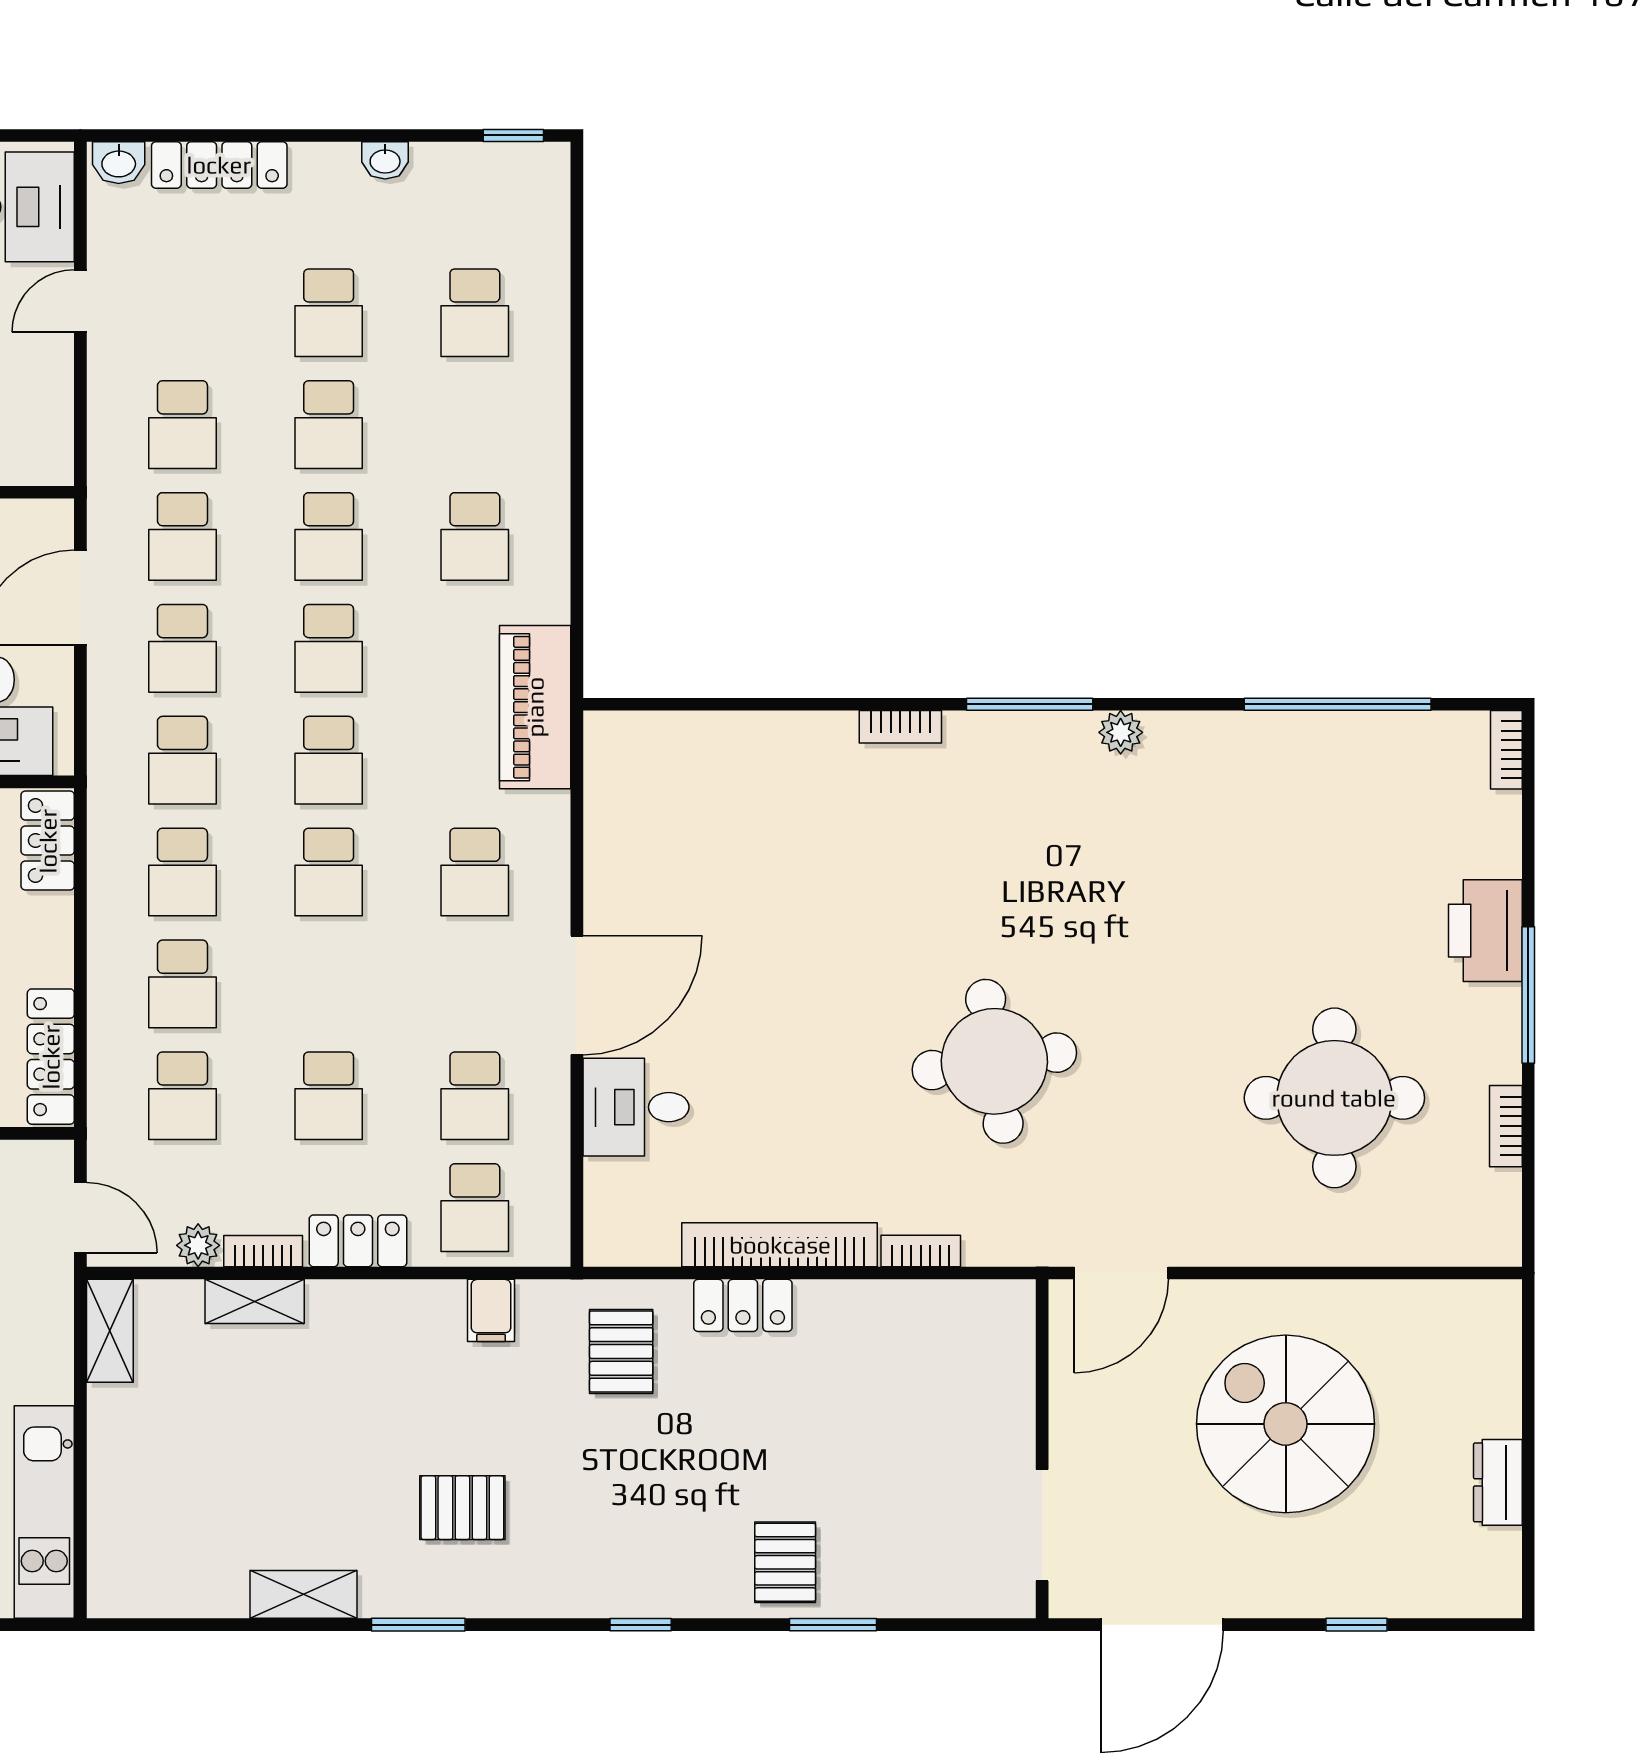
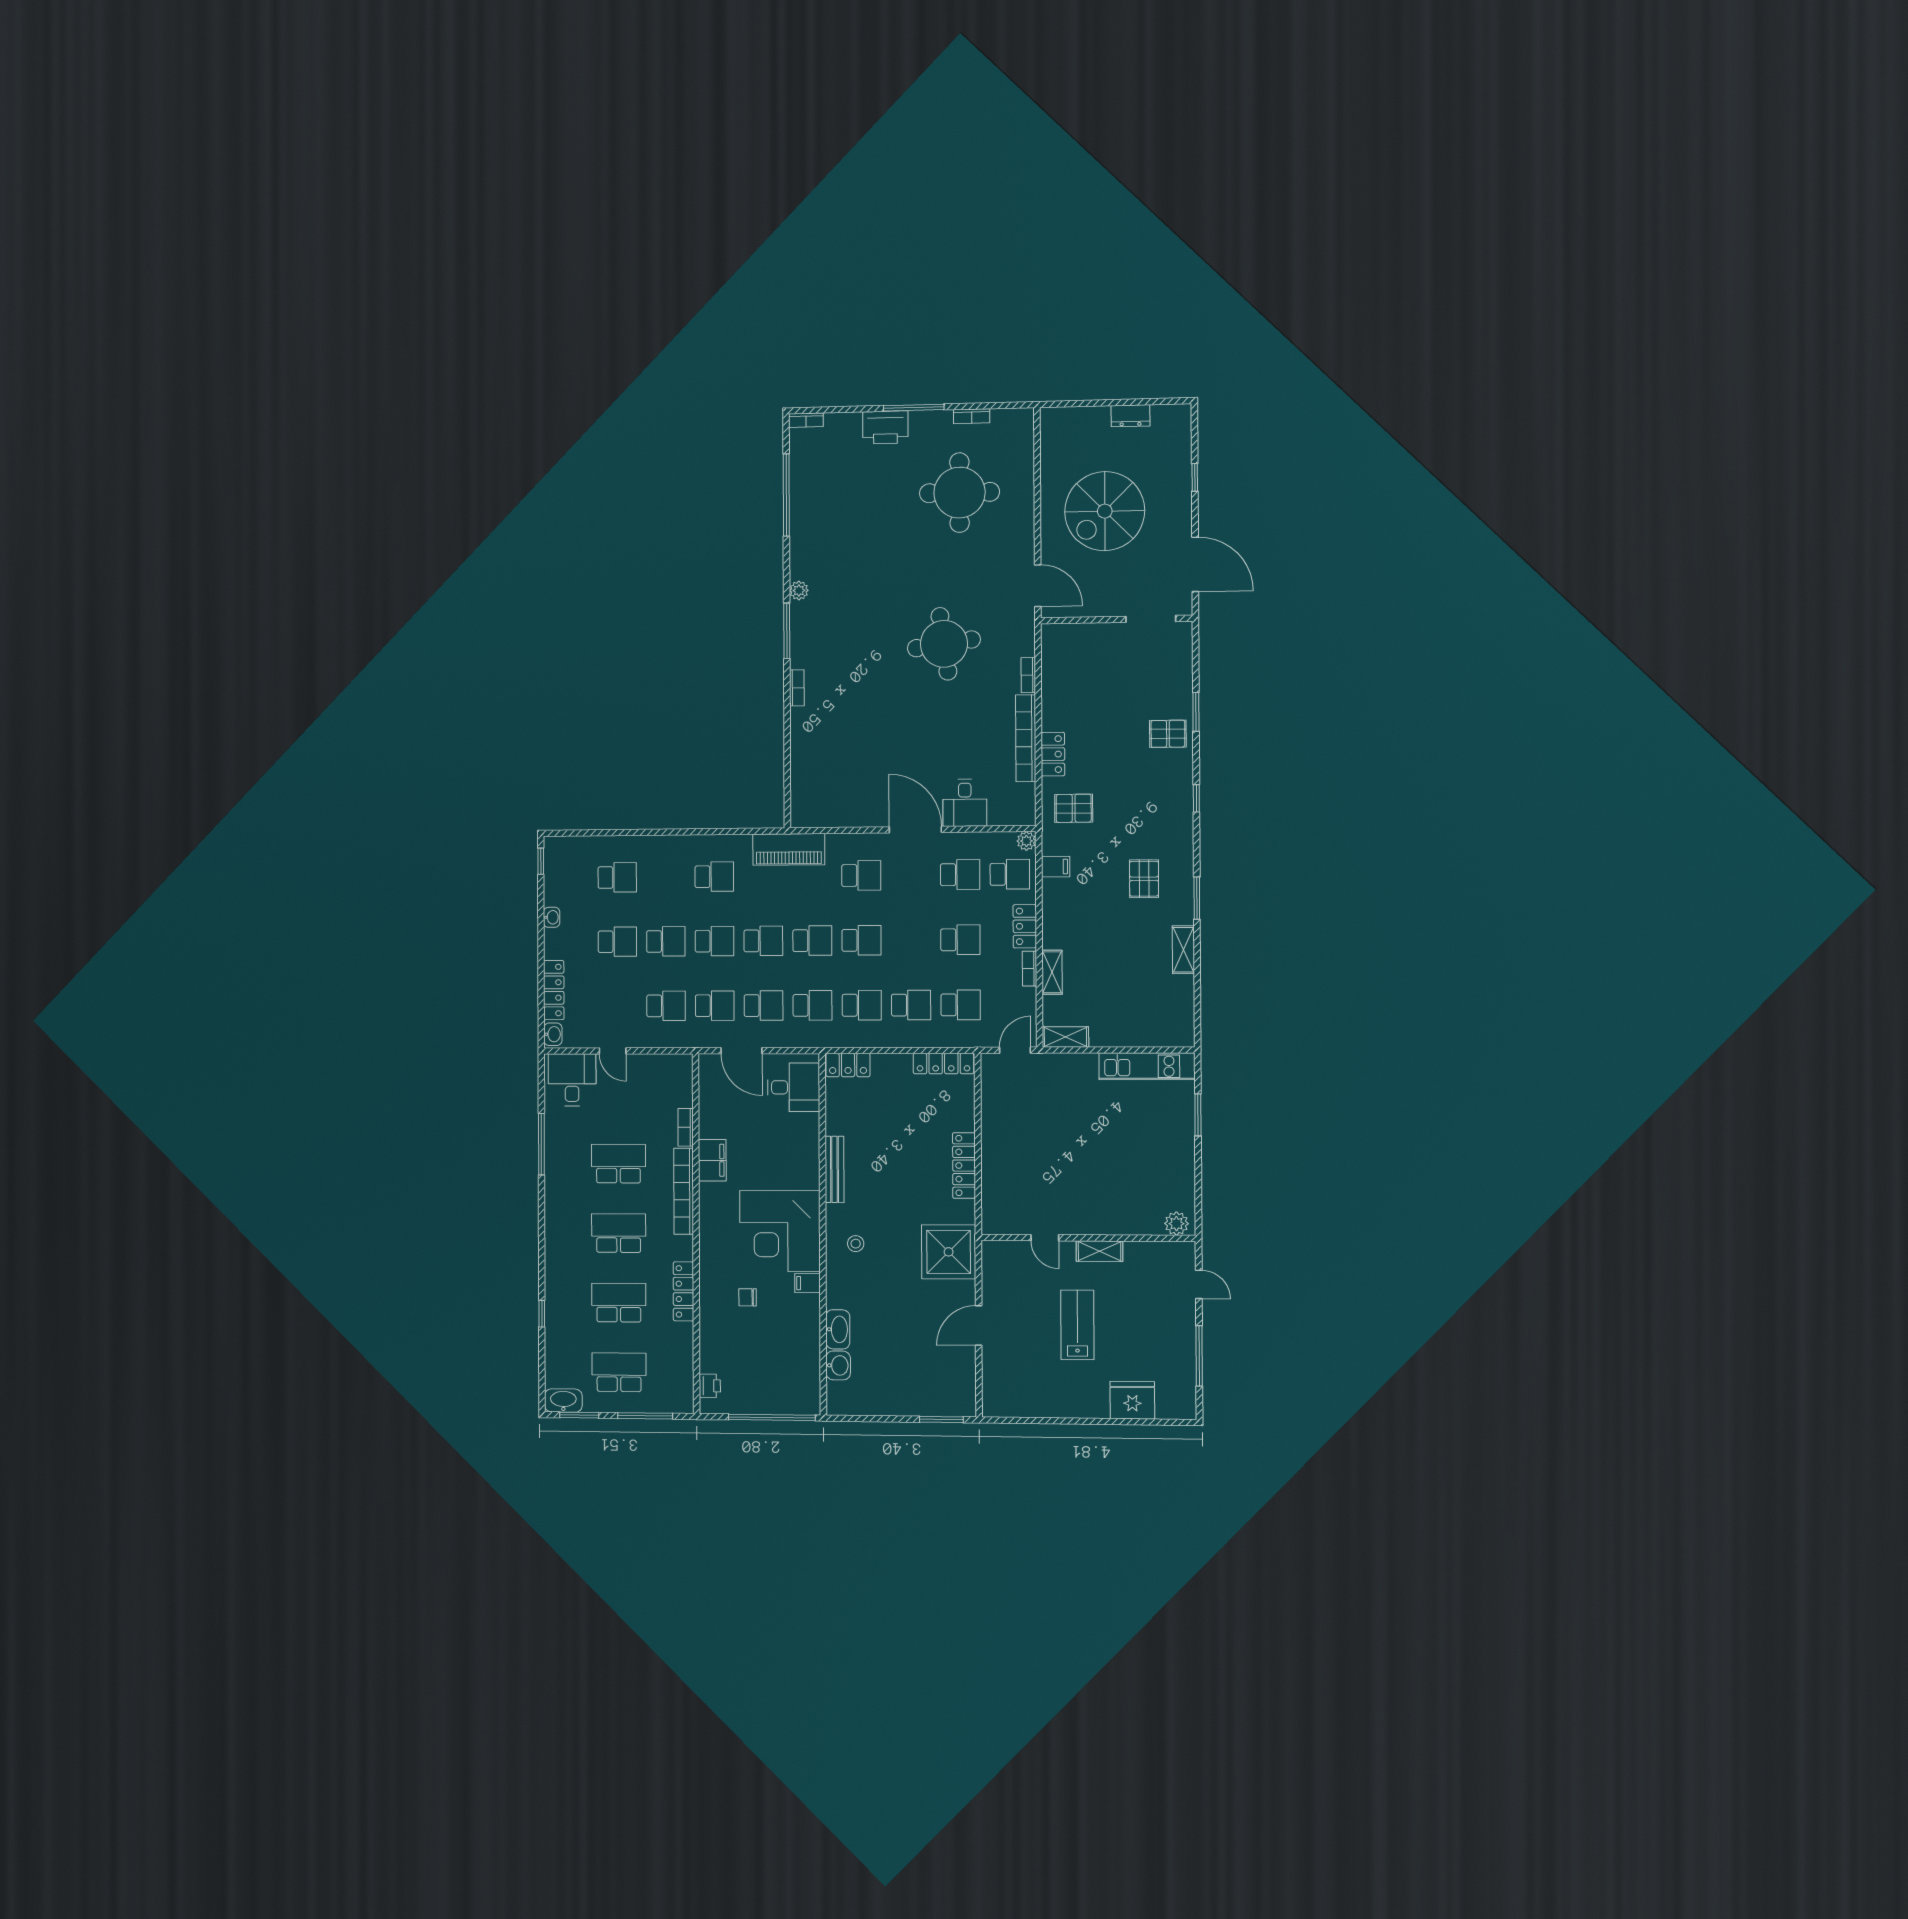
plant: (198, 1245) -> (1026, 841), moved

